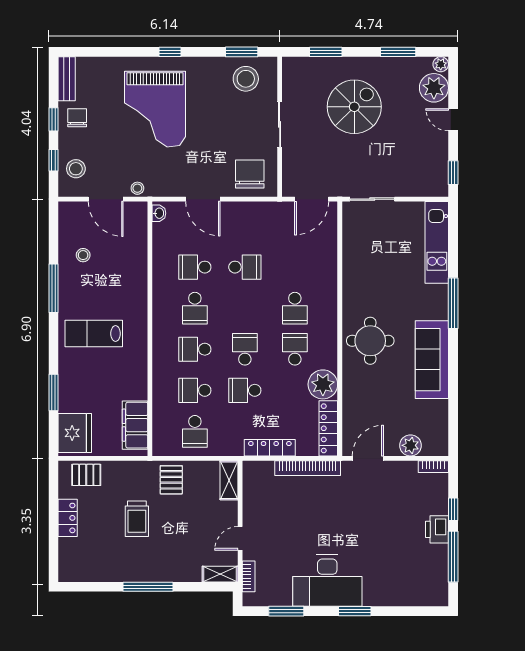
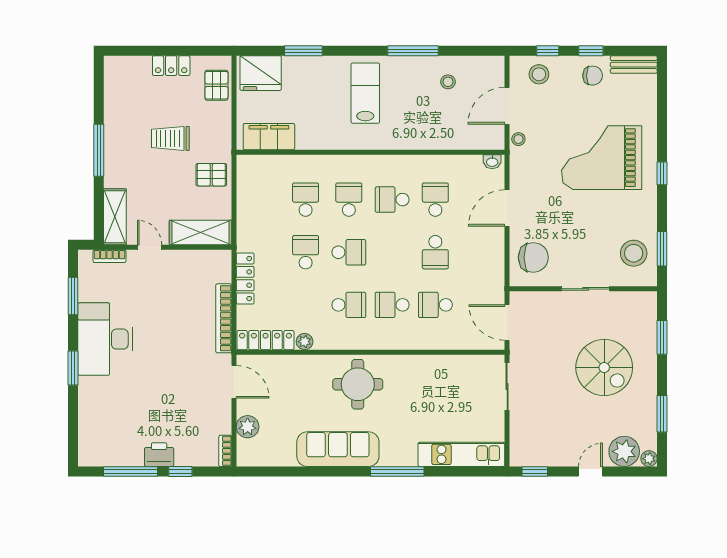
plant: (323, 384) -> (305, 342), width x0.53, depth x0.53
school desk: (195, 431) -> (435, 305), moved
shelving: (229, 480) -> (200, 232), width x1.50, depth x1.33
shelving: (220, 574) -> (115, 217), width x1.50, depth x1.33

